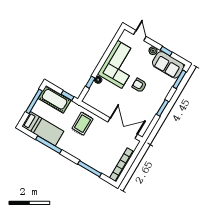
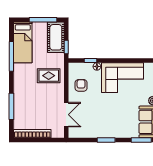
armchair: (139, 85) -> (81, 85), moved
double door: (123, 128) -> (66, 115), width x0.73

